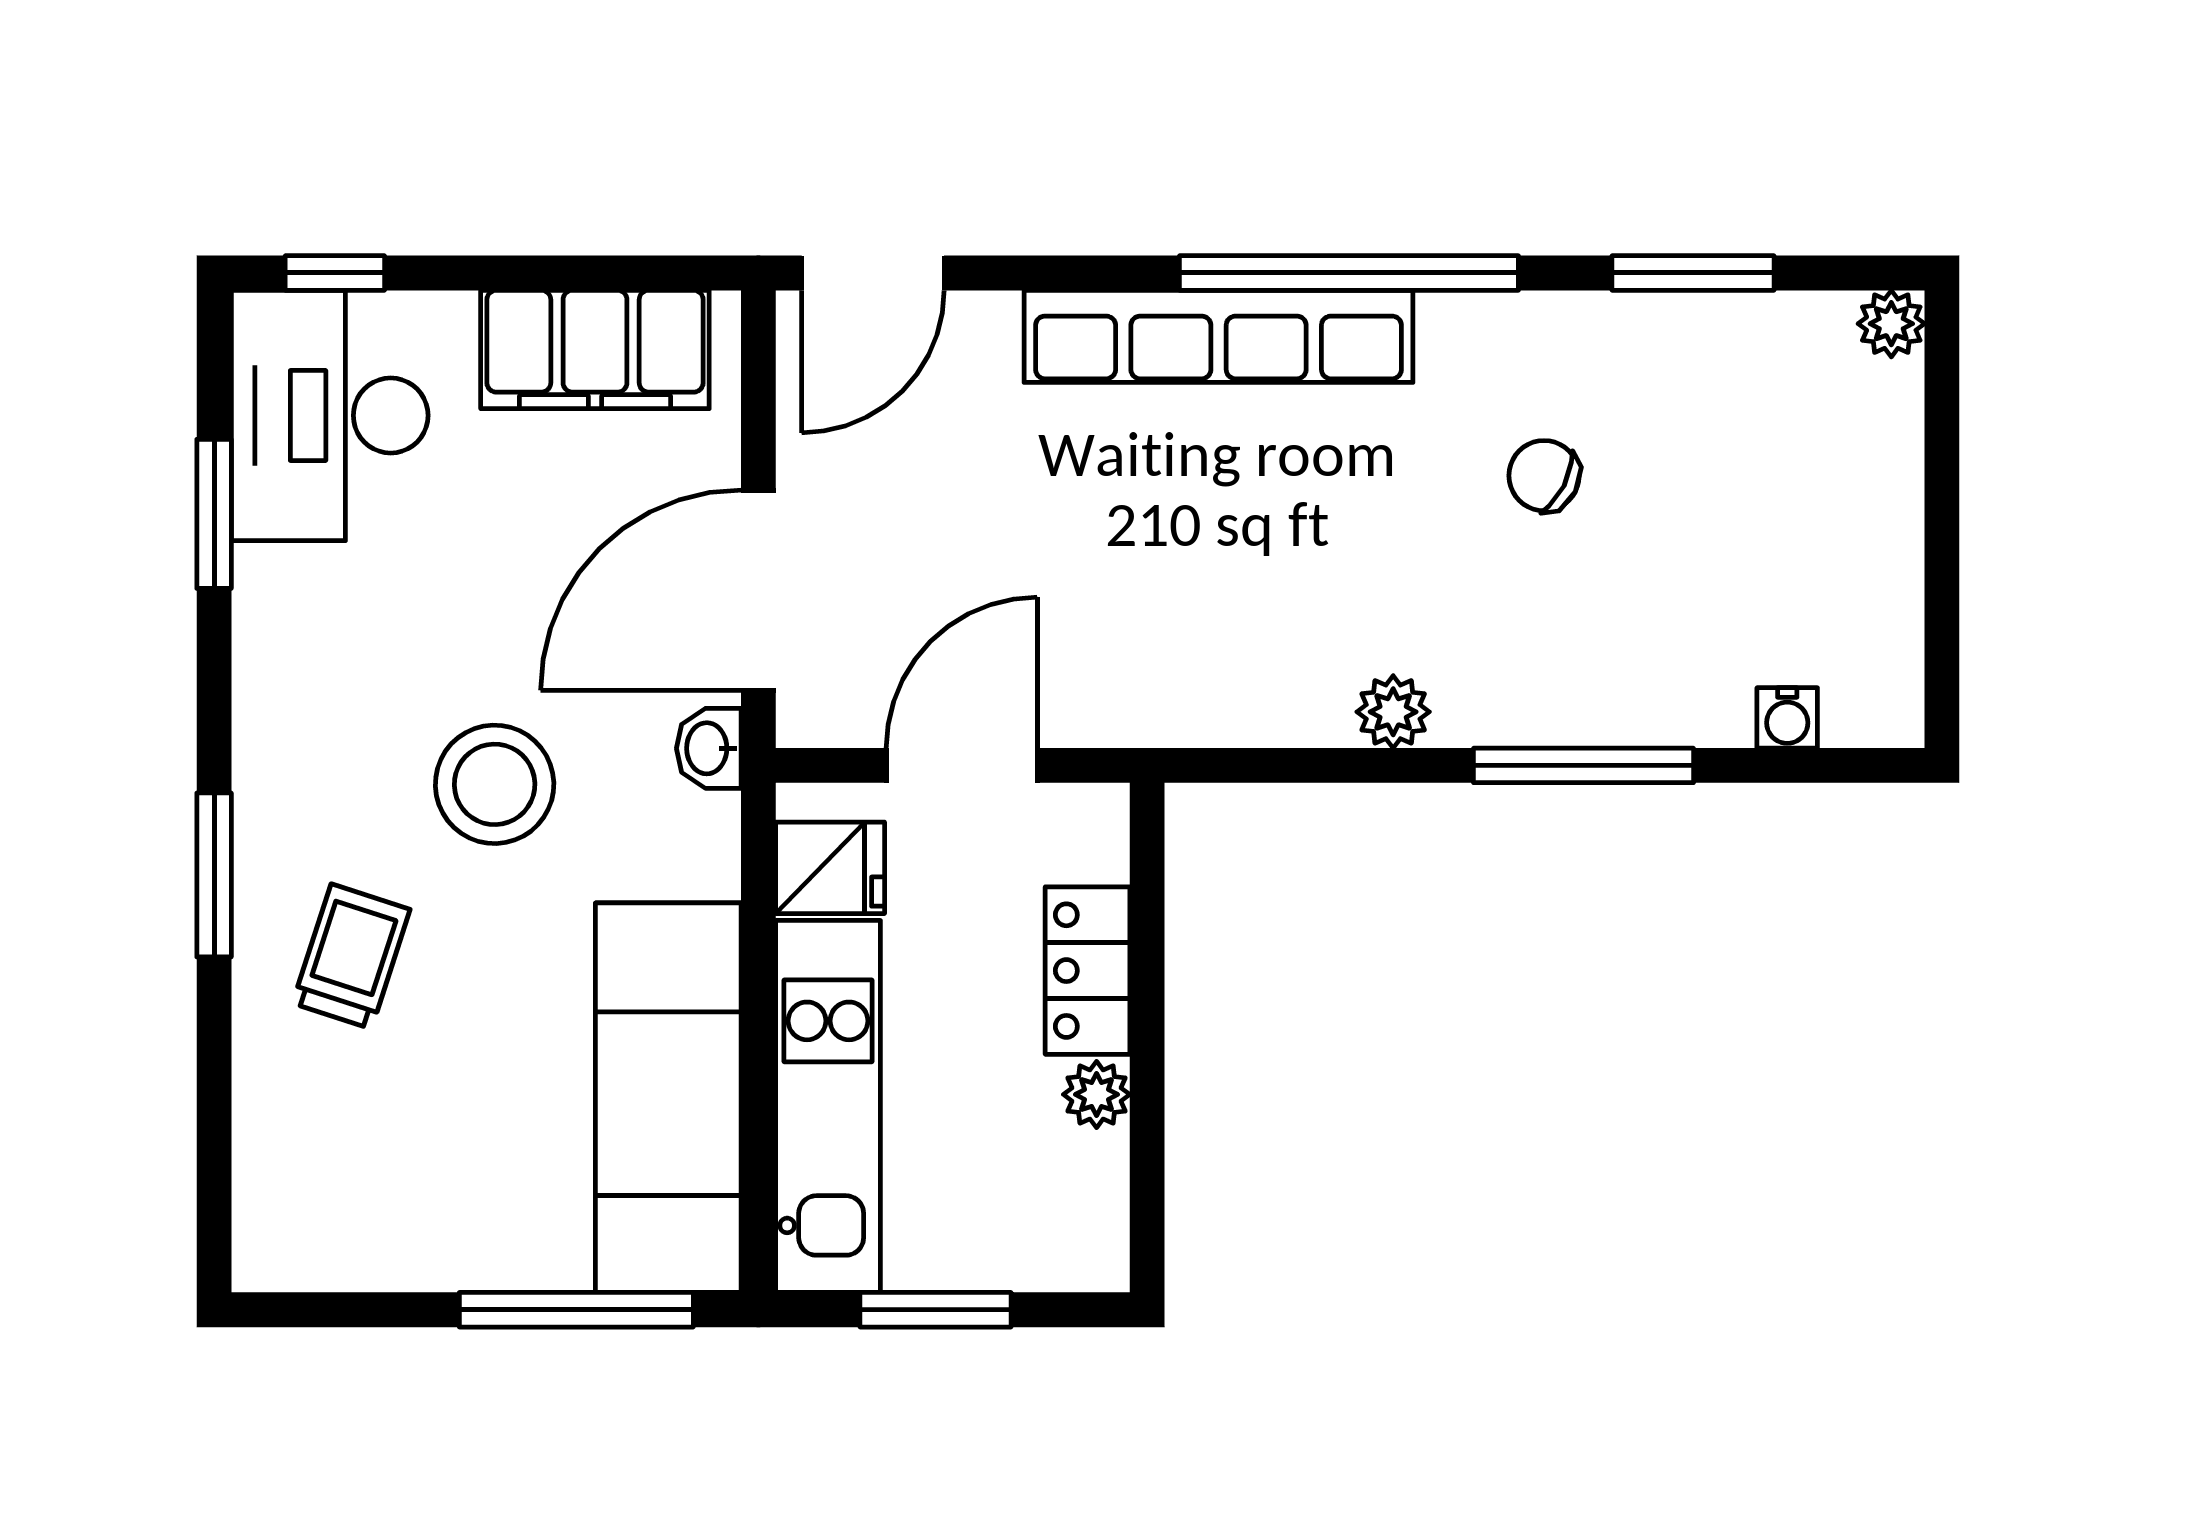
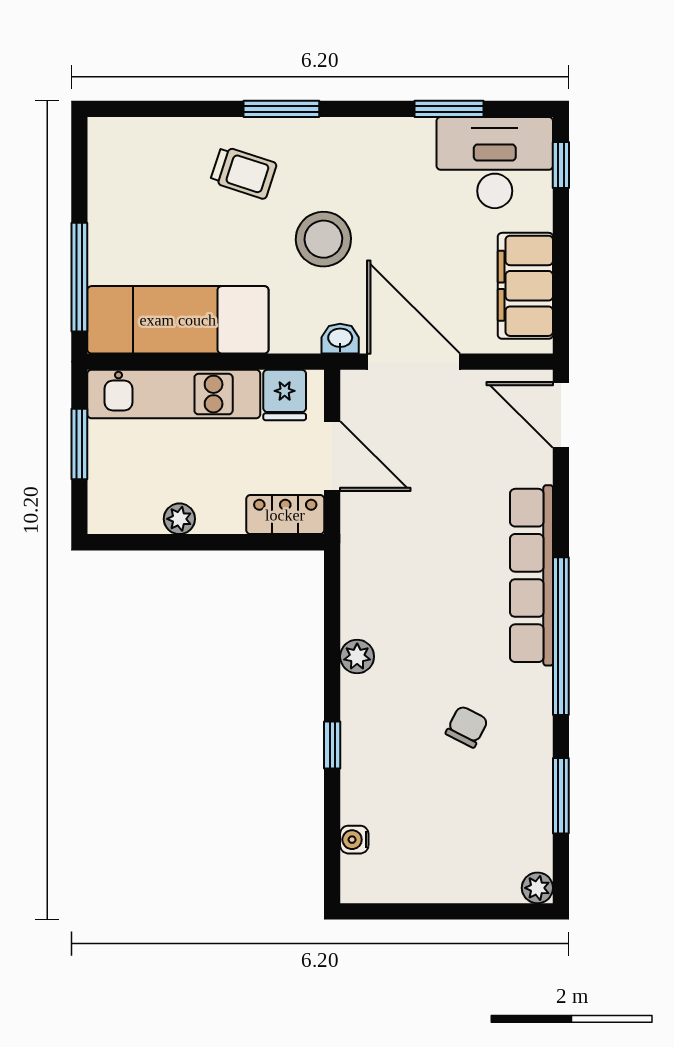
window: (1584, 765) -> (332, 745), width x0.46
locker: (1088, 971) -> (285, 515), moved

